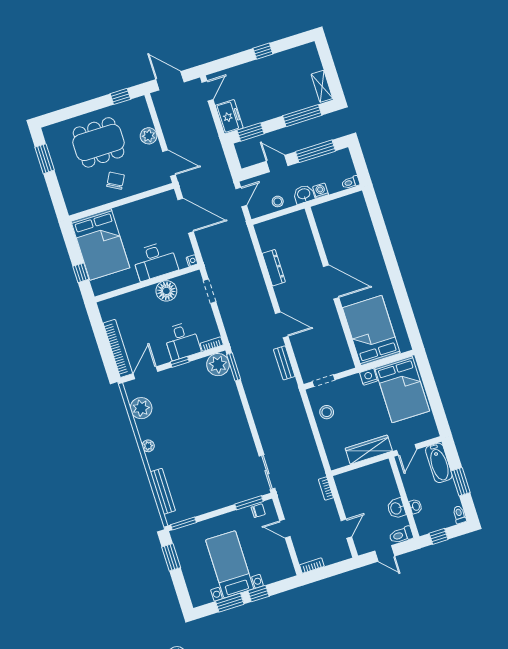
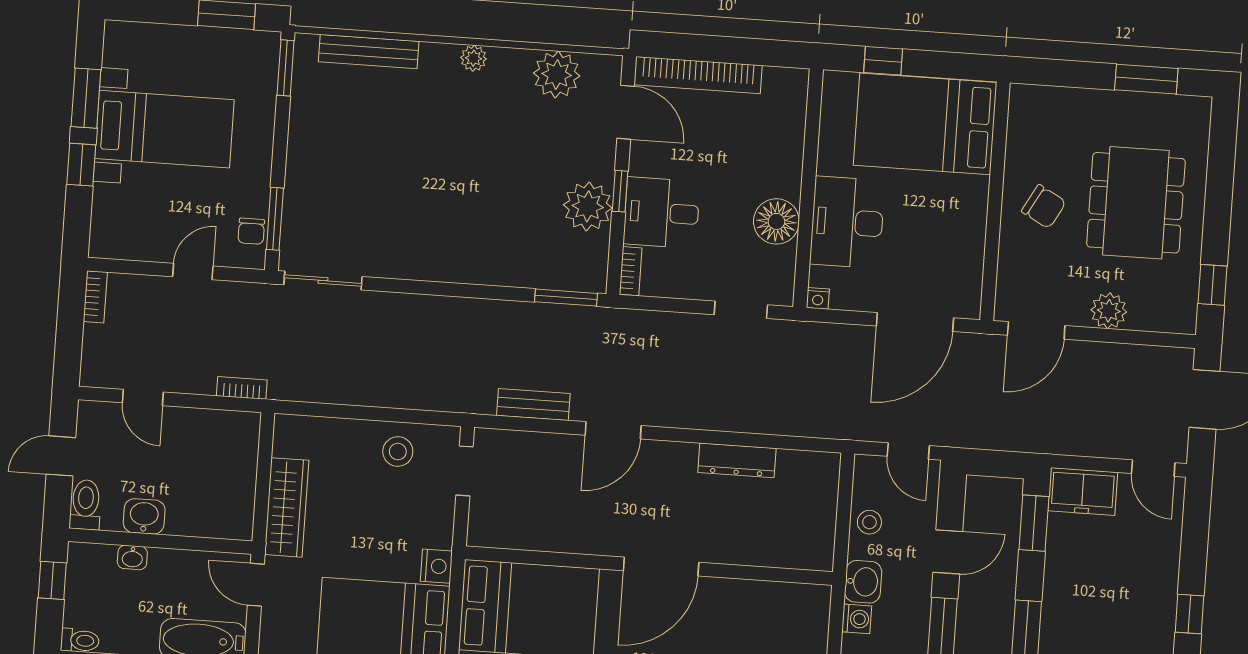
plant: (218, 365) -> (588, 206), moved

